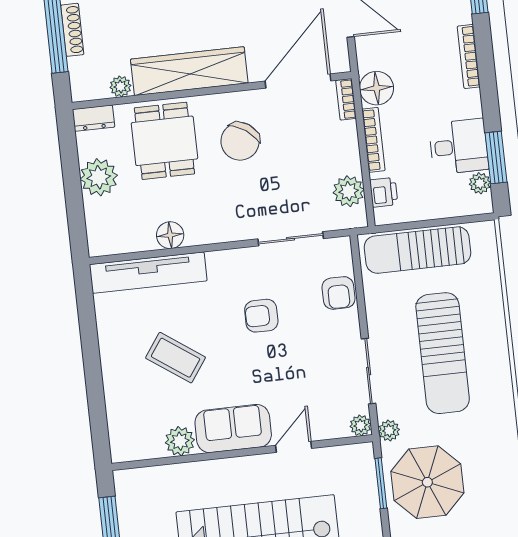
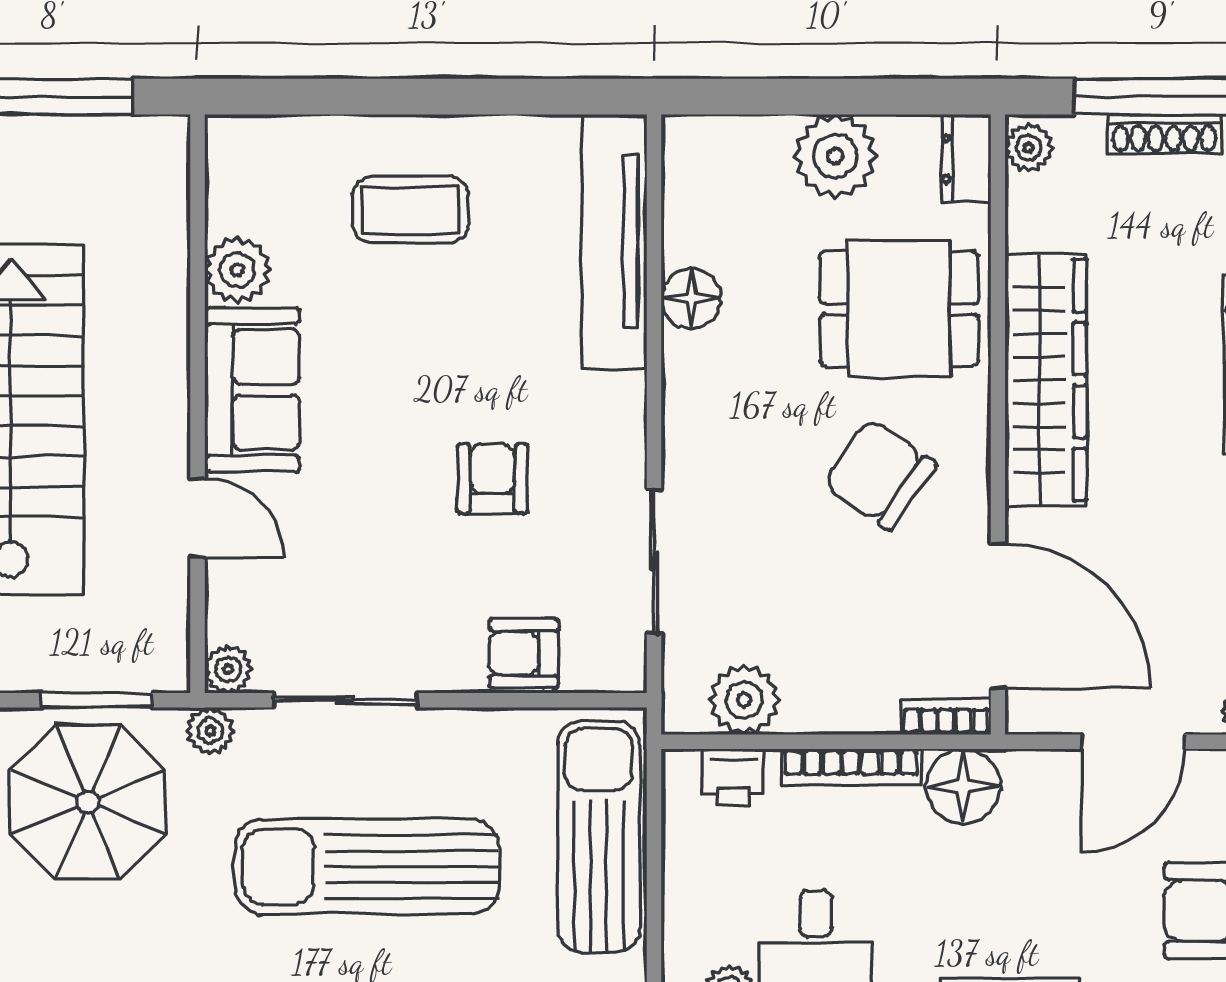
plant: (121, 86) -> (1029, 148), moved
coffee table: (176, 358) -> (411, 210), moved, turned 55

